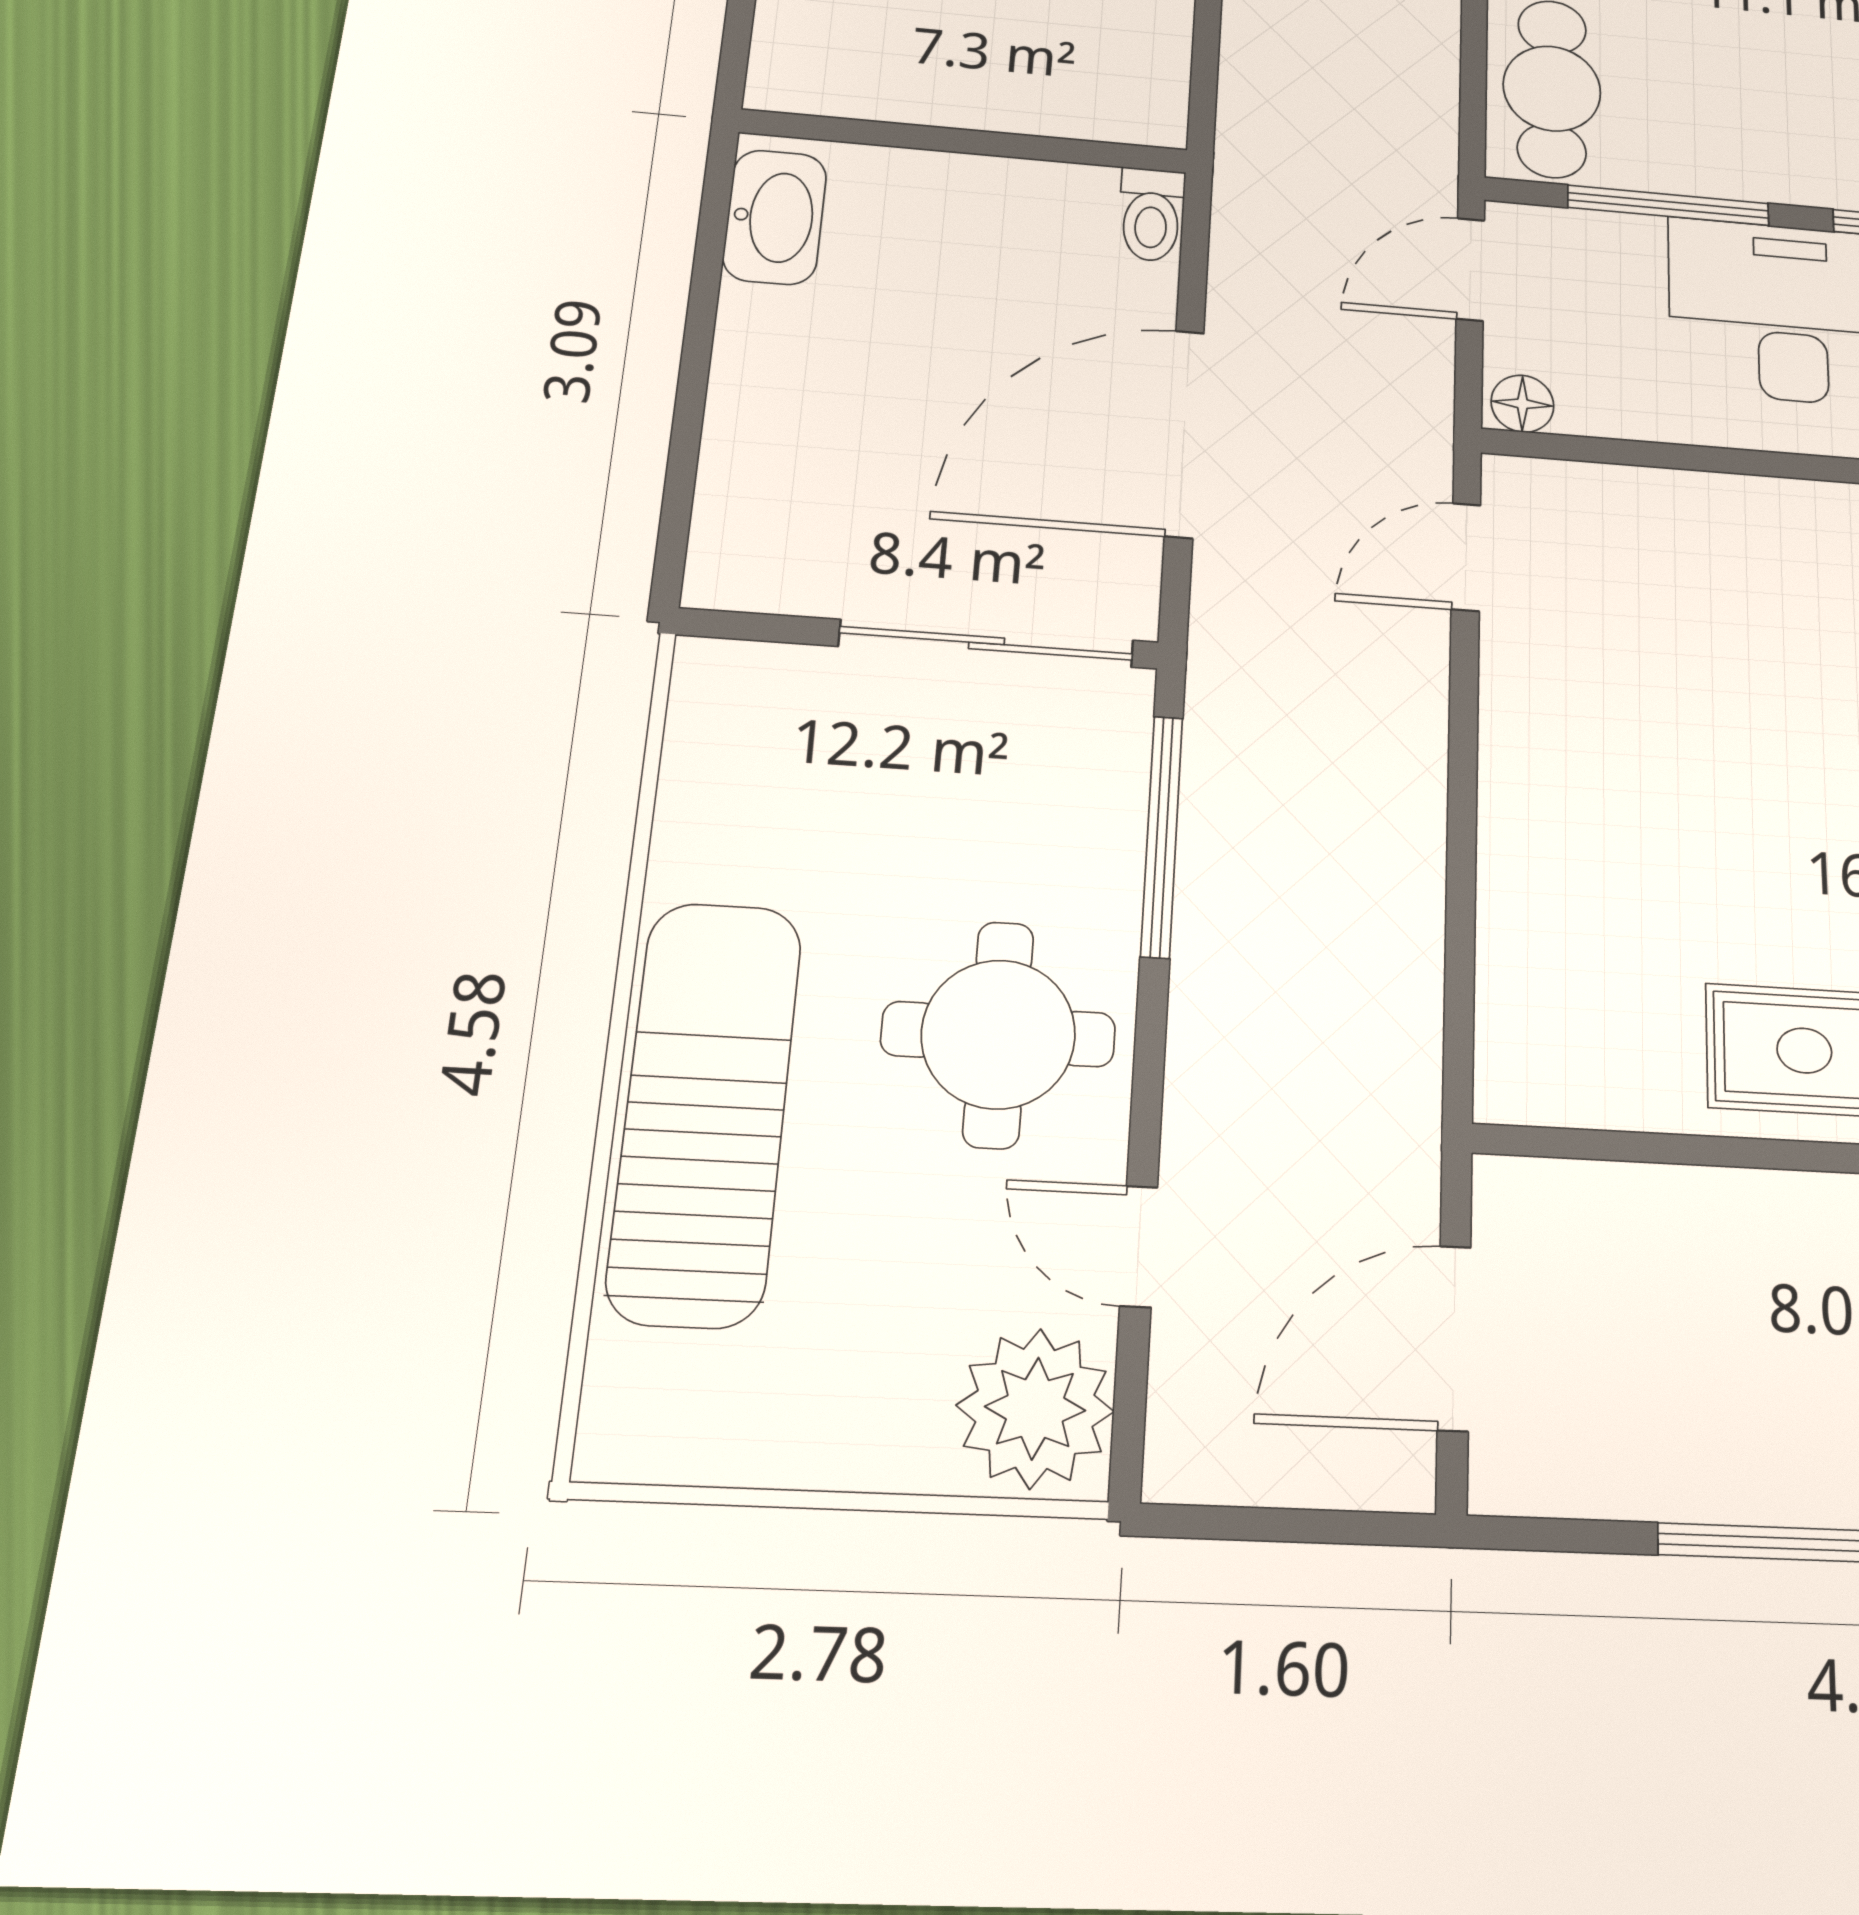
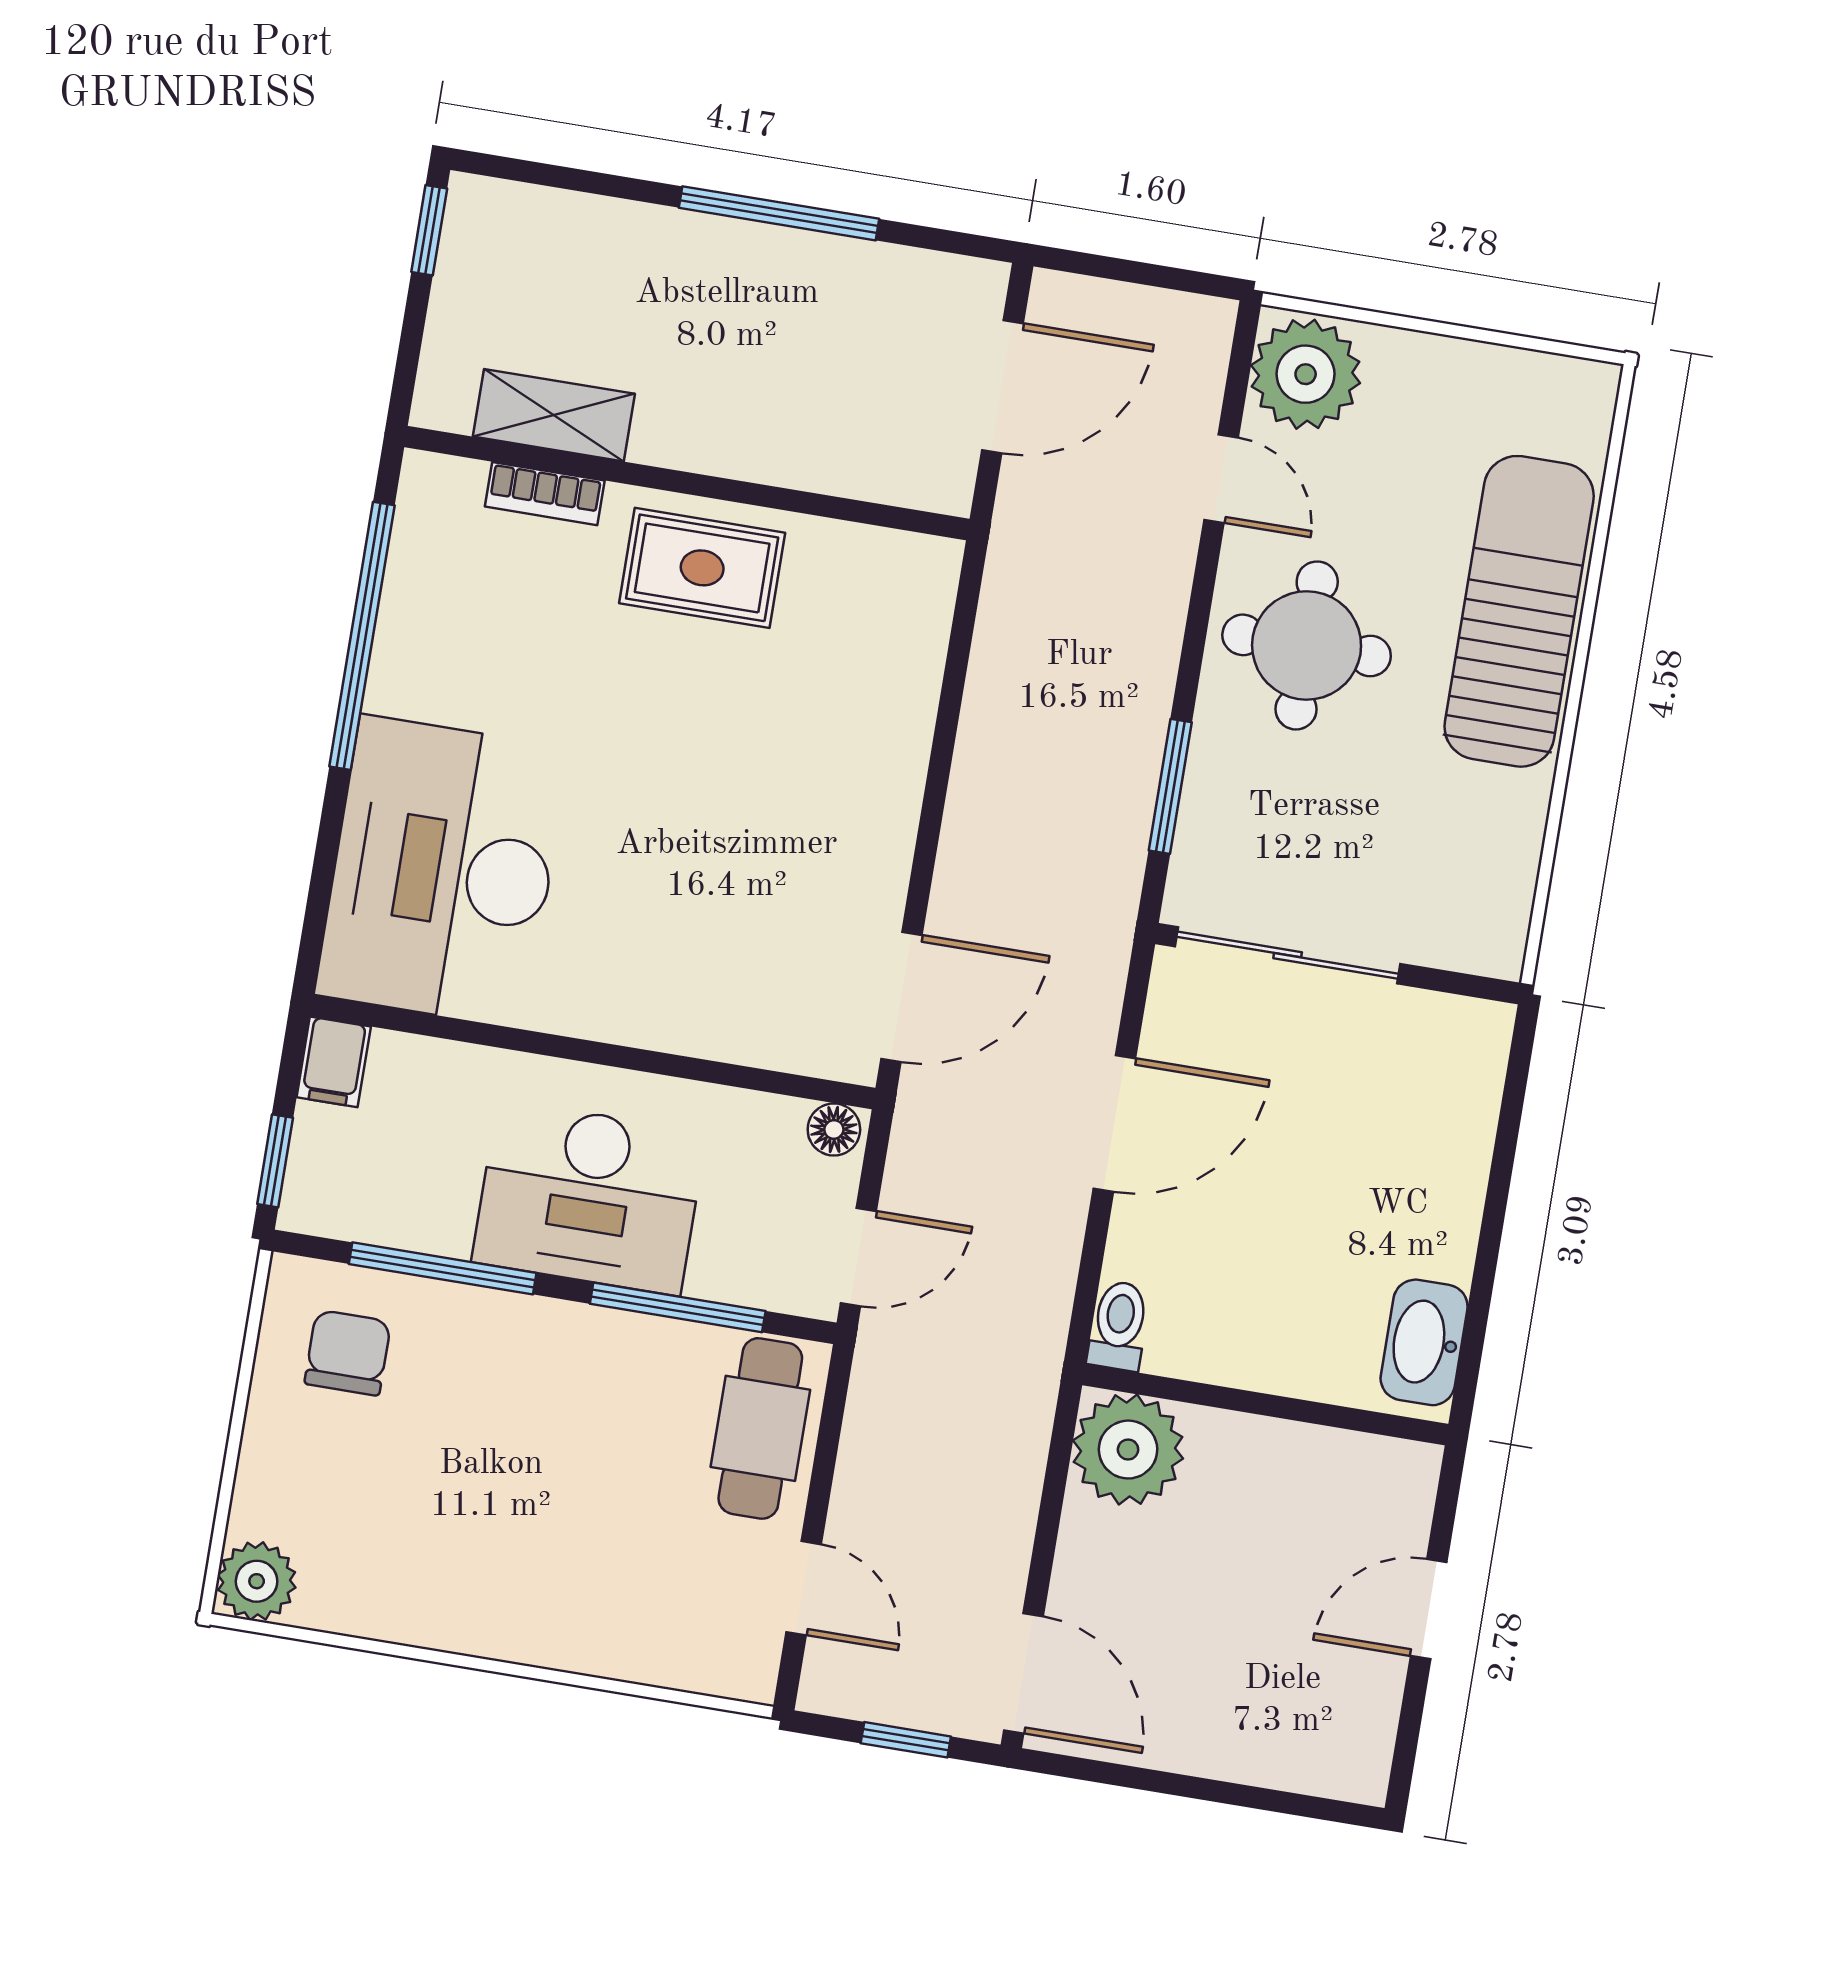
plant: (1124, 87) -> (1128, 1450), added
door: (1184, 433) -> (1114, 1123), width x0.73
door: (1466, 557) -> (901, 997), width x1.38
window: (1162, 836) -> (1170, 786), width x0.69
sun lounger: (705, 1111) -> (1519, 611), turned 180

